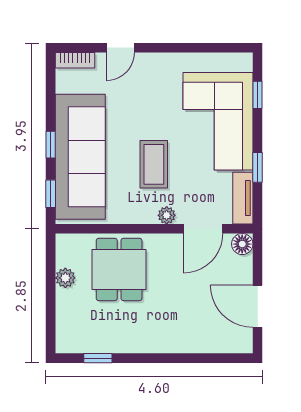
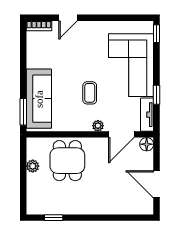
window: (258, 95) -> (157, 34), moved
window: (51, 145) -> (23, 80), removed
sofa: (80, 157) -> (39, 99), width x0.74, depth x0.79
coffee table: (154, 164) -> (90, 93), width x0.73, depth x0.77
window: (51, 194) -> (23, 112), width x1.50

